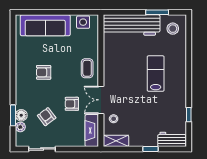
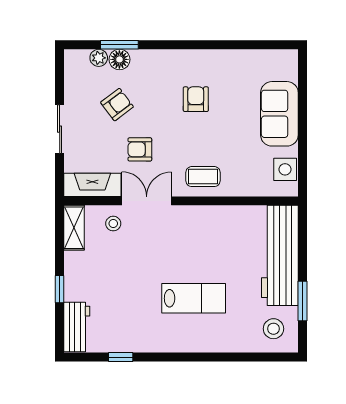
sofa: (45, 25) -> (279, 114), width x0.73
armchair: (72, 104) -> (140, 149), turned -90
sliding door: (42, 149) -> (60, 129), moved

